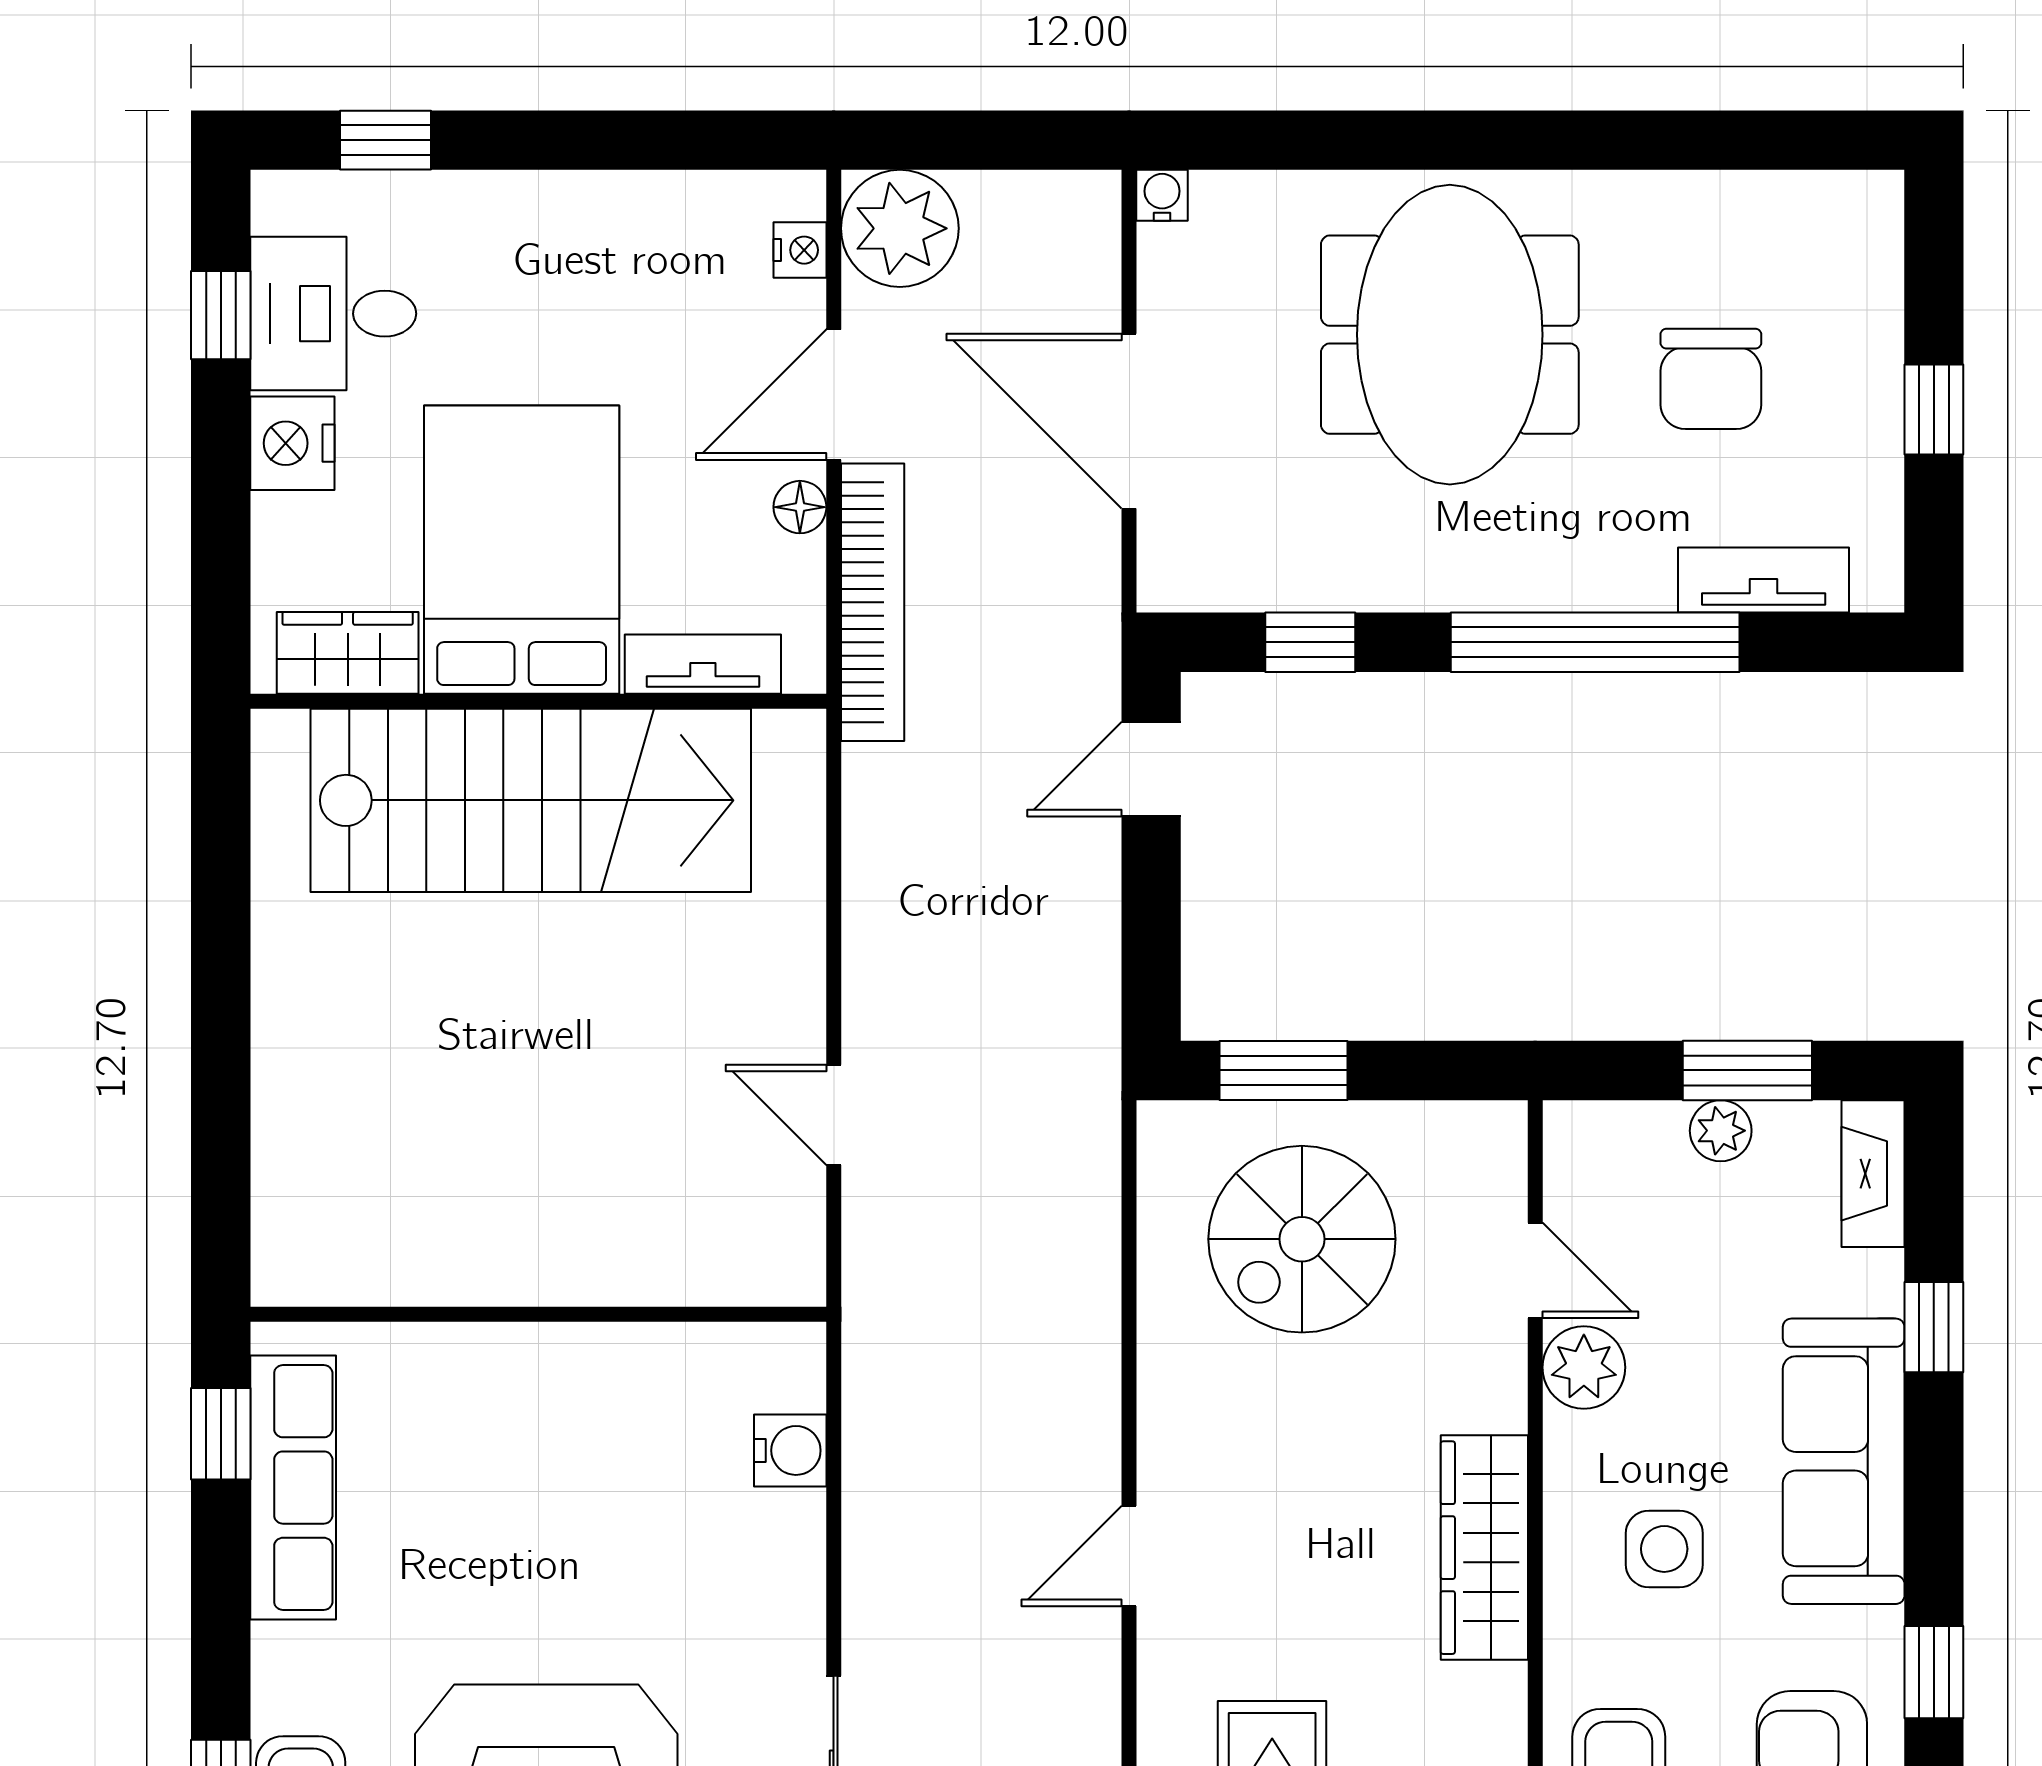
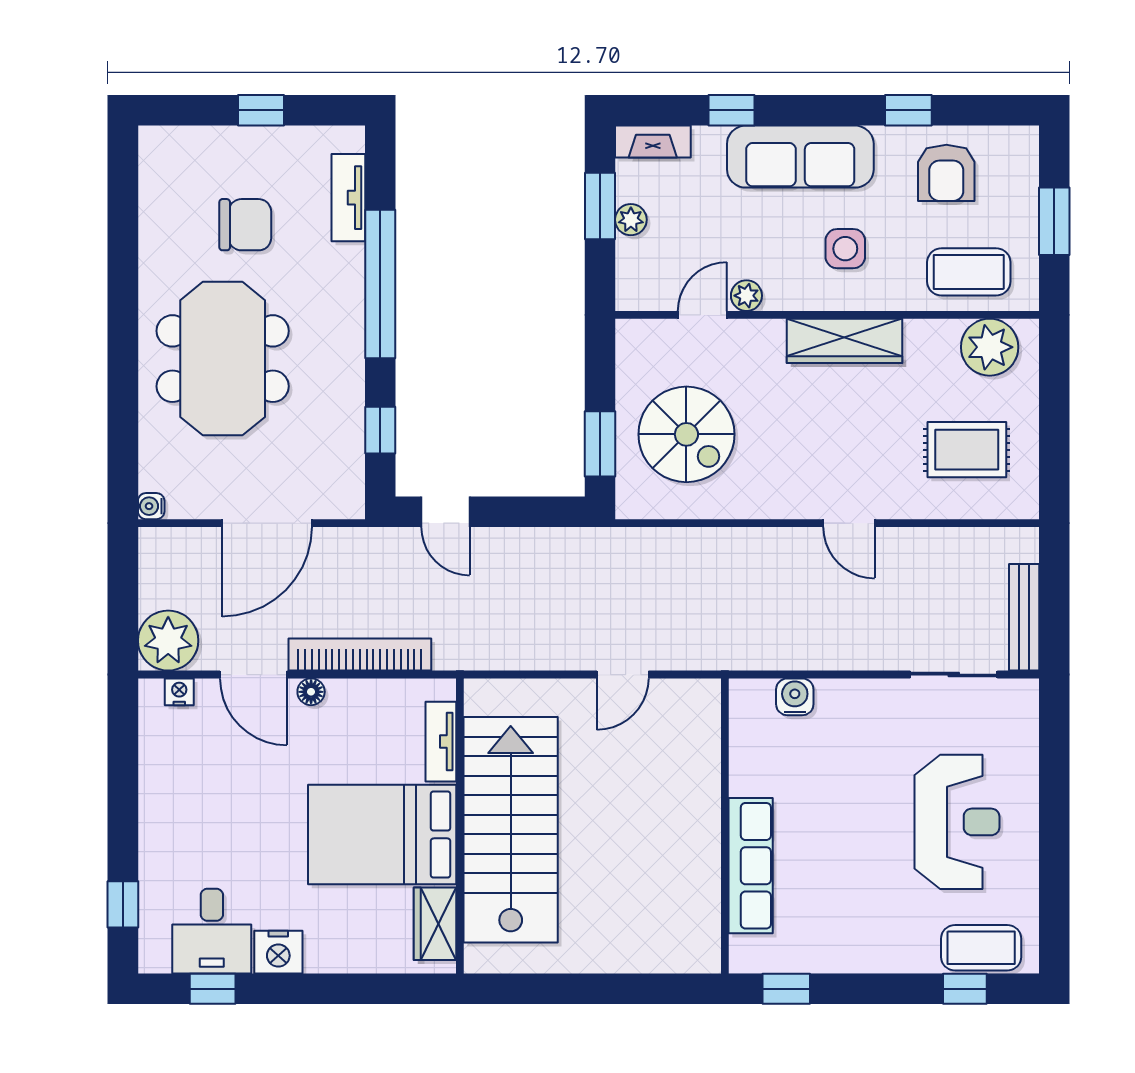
meeting table: (1450, 335) -> (223, 359), turned 90
bed: (522, 550) -> (382, 834), moved
wardrobe: (348, 653) -> (435, 924), moved
tv unit: (703, 664) -> (441, 742), moved
wall: (538, 701) -> (460, 826), moved
stairs: (531, 800) -> (511, 830), moved
plant: (1584, 1367) -> (746, 296), width x0.73, depth x0.73
row of seats: (293, 1488) -> (751, 866), moved, turned 90

